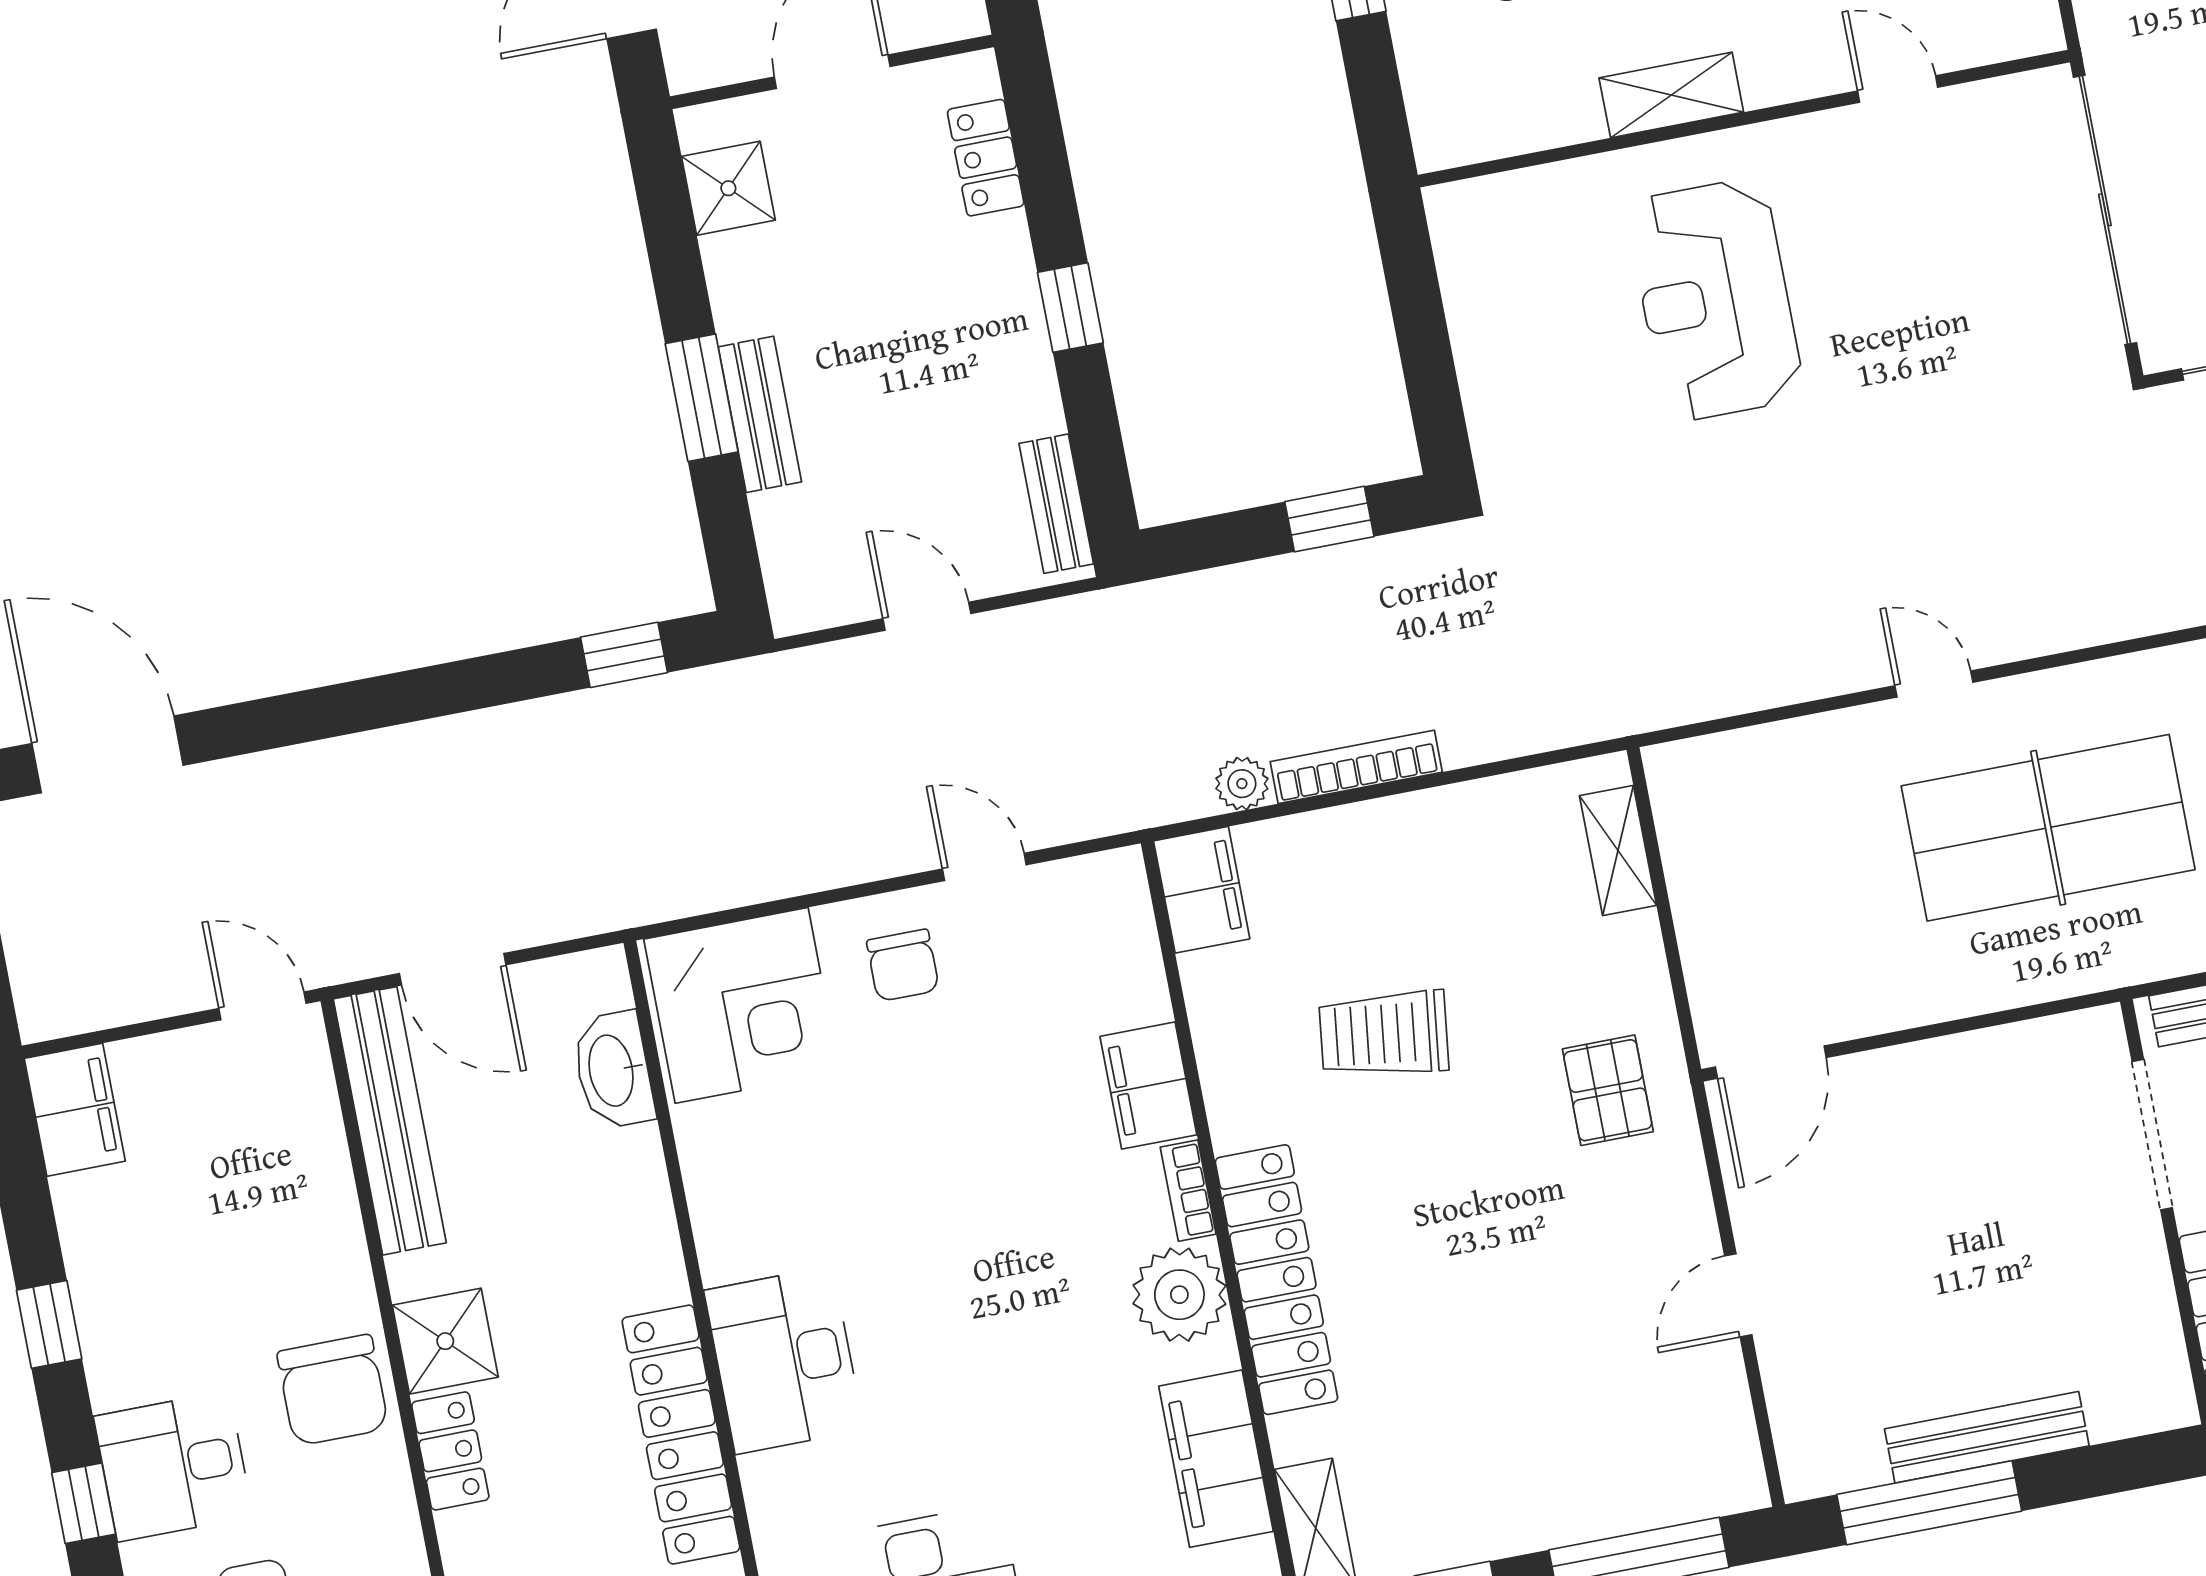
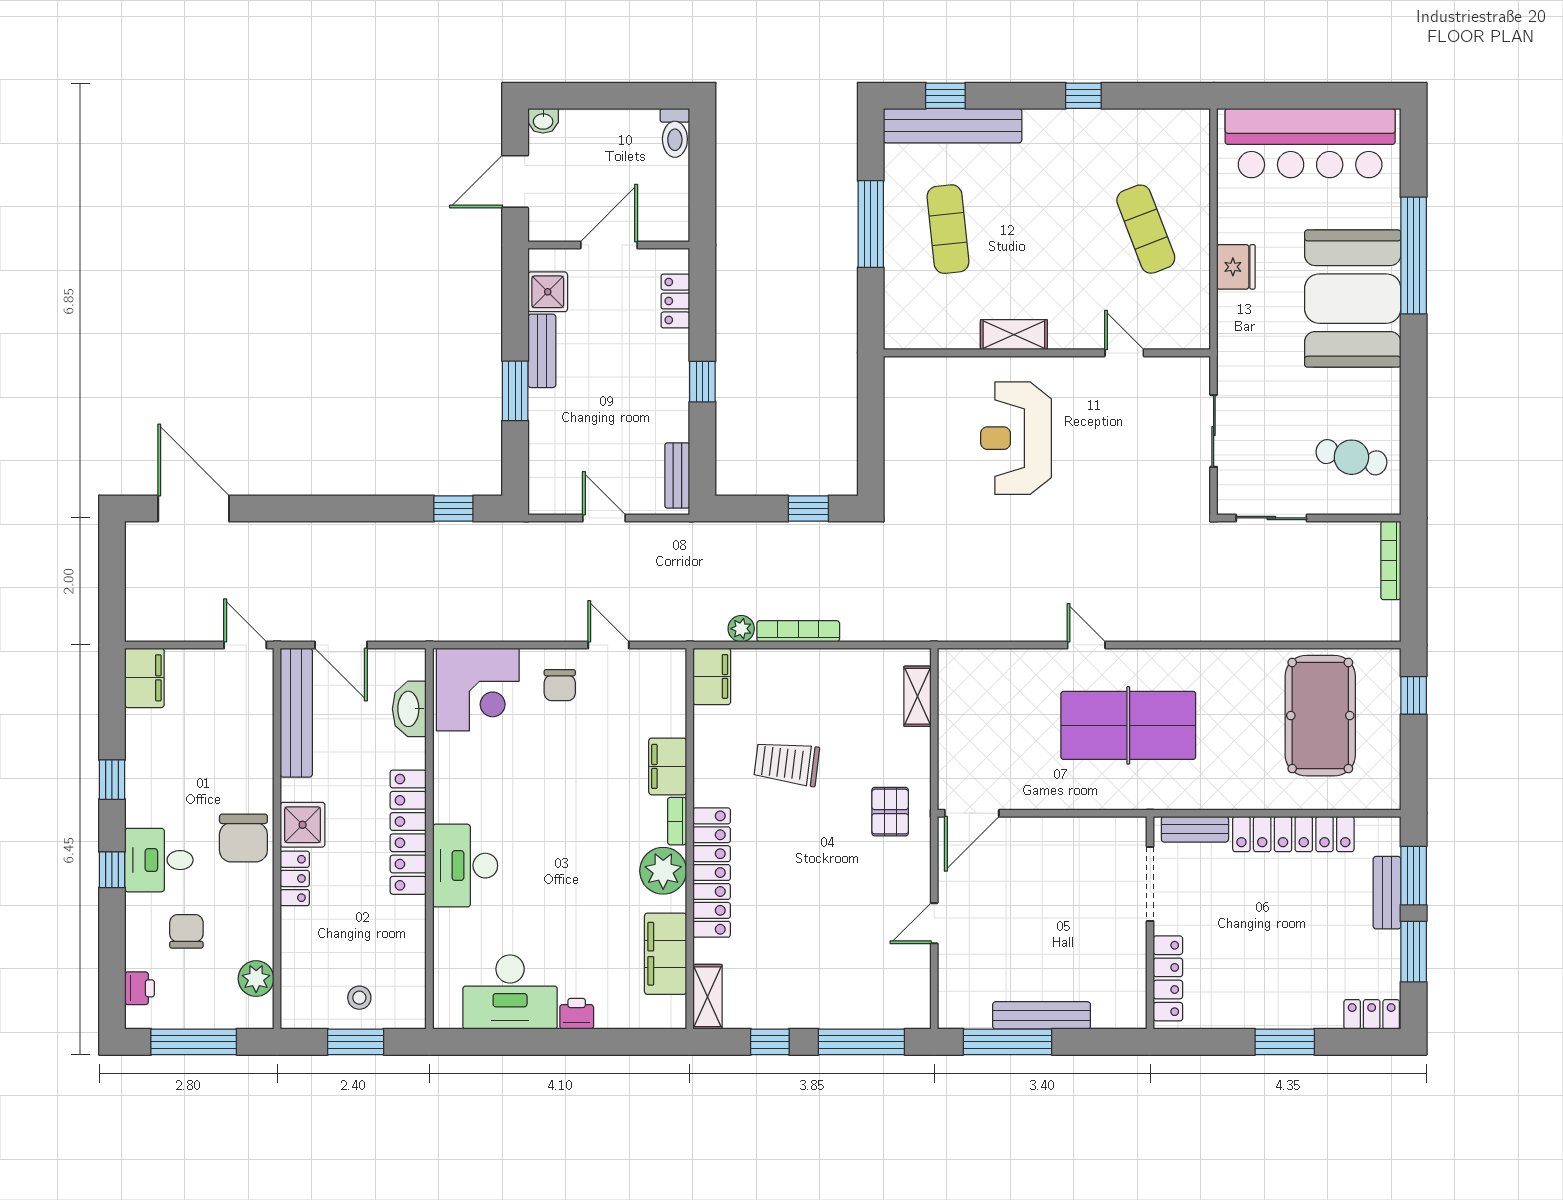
sliding door: (2105, 210) -> (1214, 431), width x0.54
bench: (760, 414) -> (542, 351), moved
locker: (681, 1435) -> (408, 832), moved

